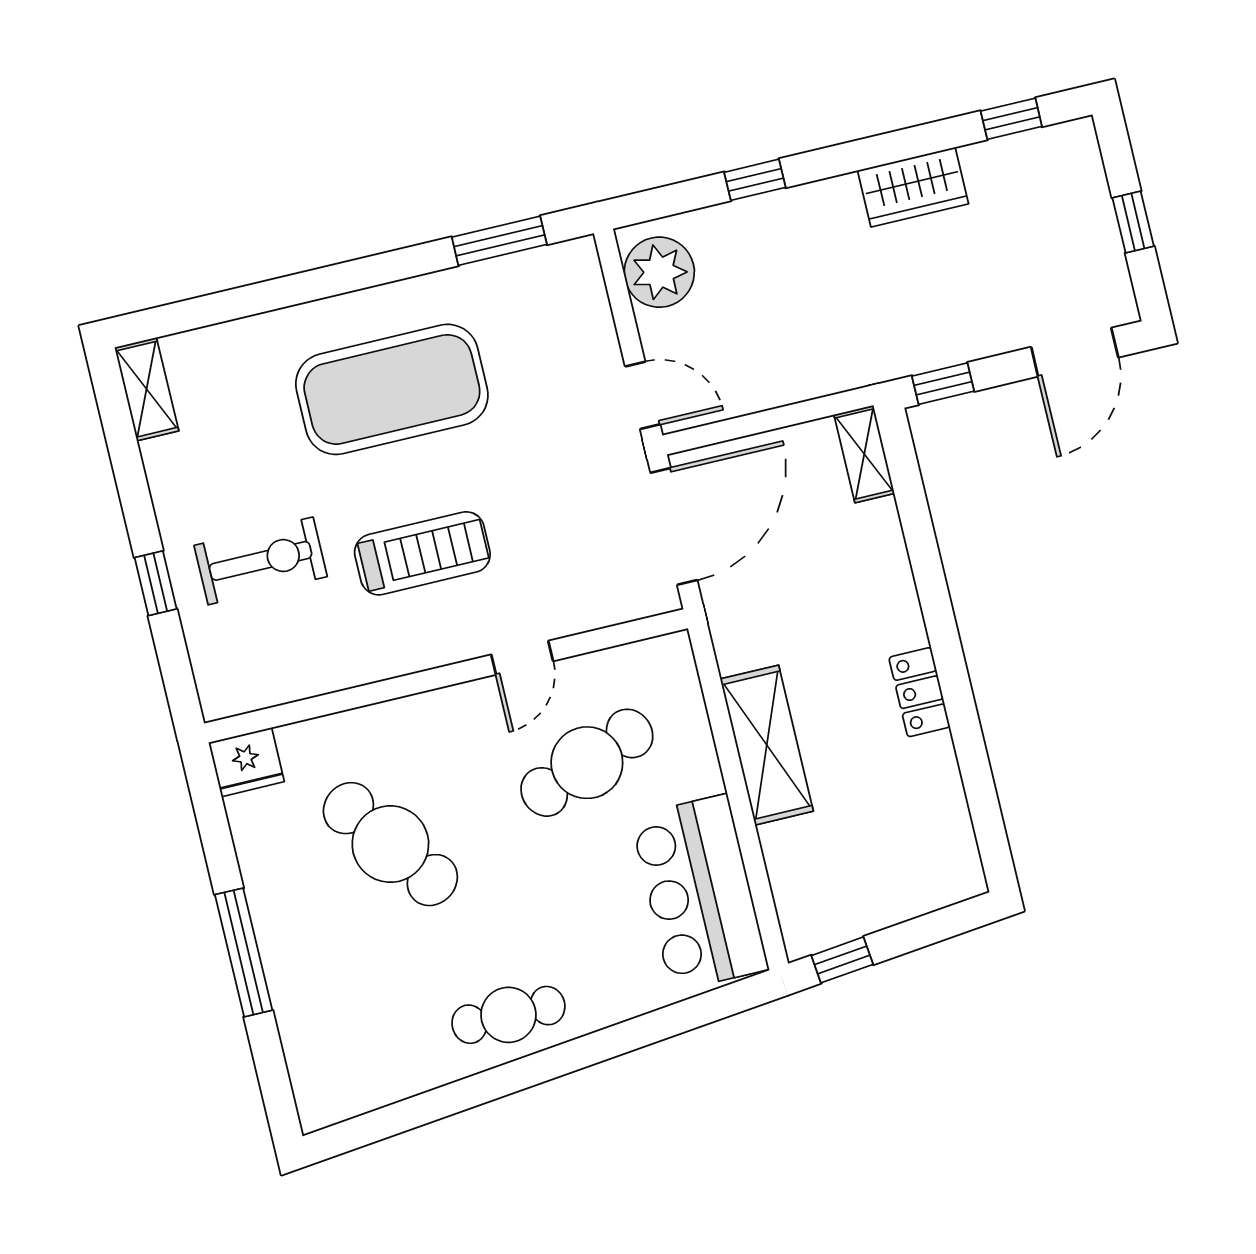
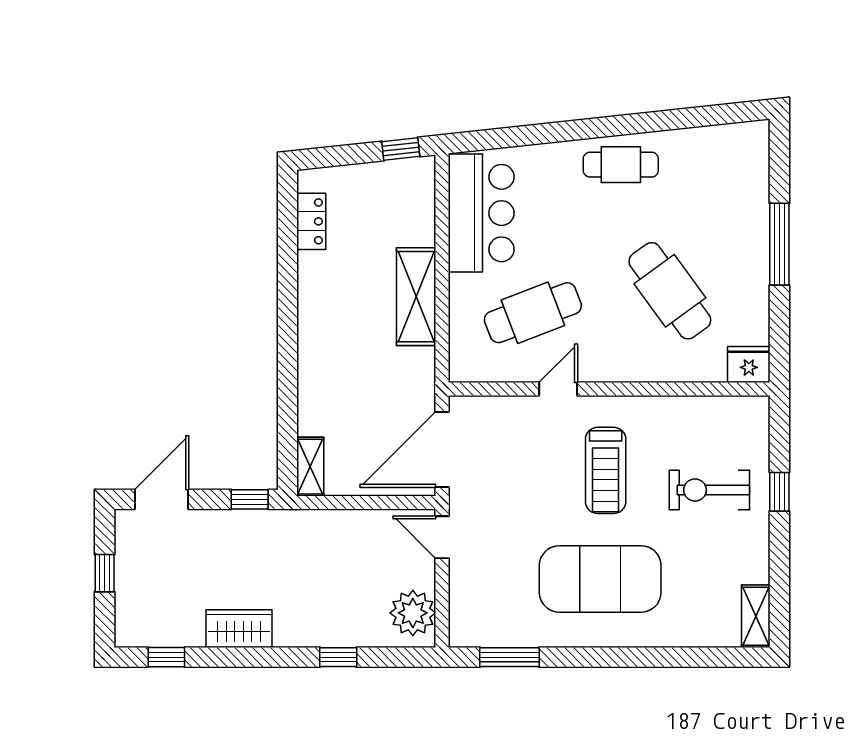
treadmill: (422, 553) -> (606, 470), turned -90
locker: (919, 692) -> (311, 221), moved

